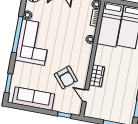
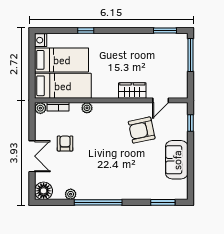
armchair: (66, 18) -> (65, 144), added
corner sofa: (33, 42) -> (104, 180), removed
armchair: (66, 77) -> (142, 130), turned -152
sofa: (33, 99) -> (177, 160), width x0.73

